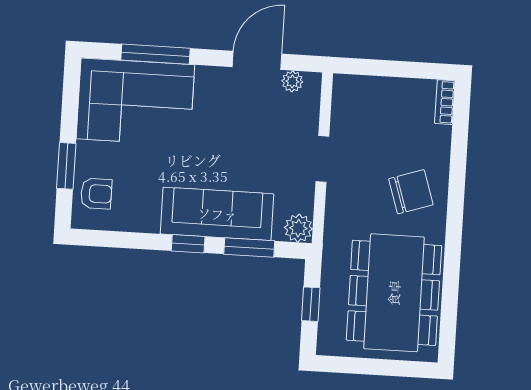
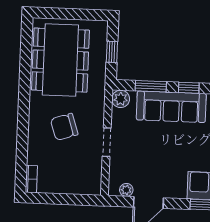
chair: (411, 192) -> (64, 127), moved

